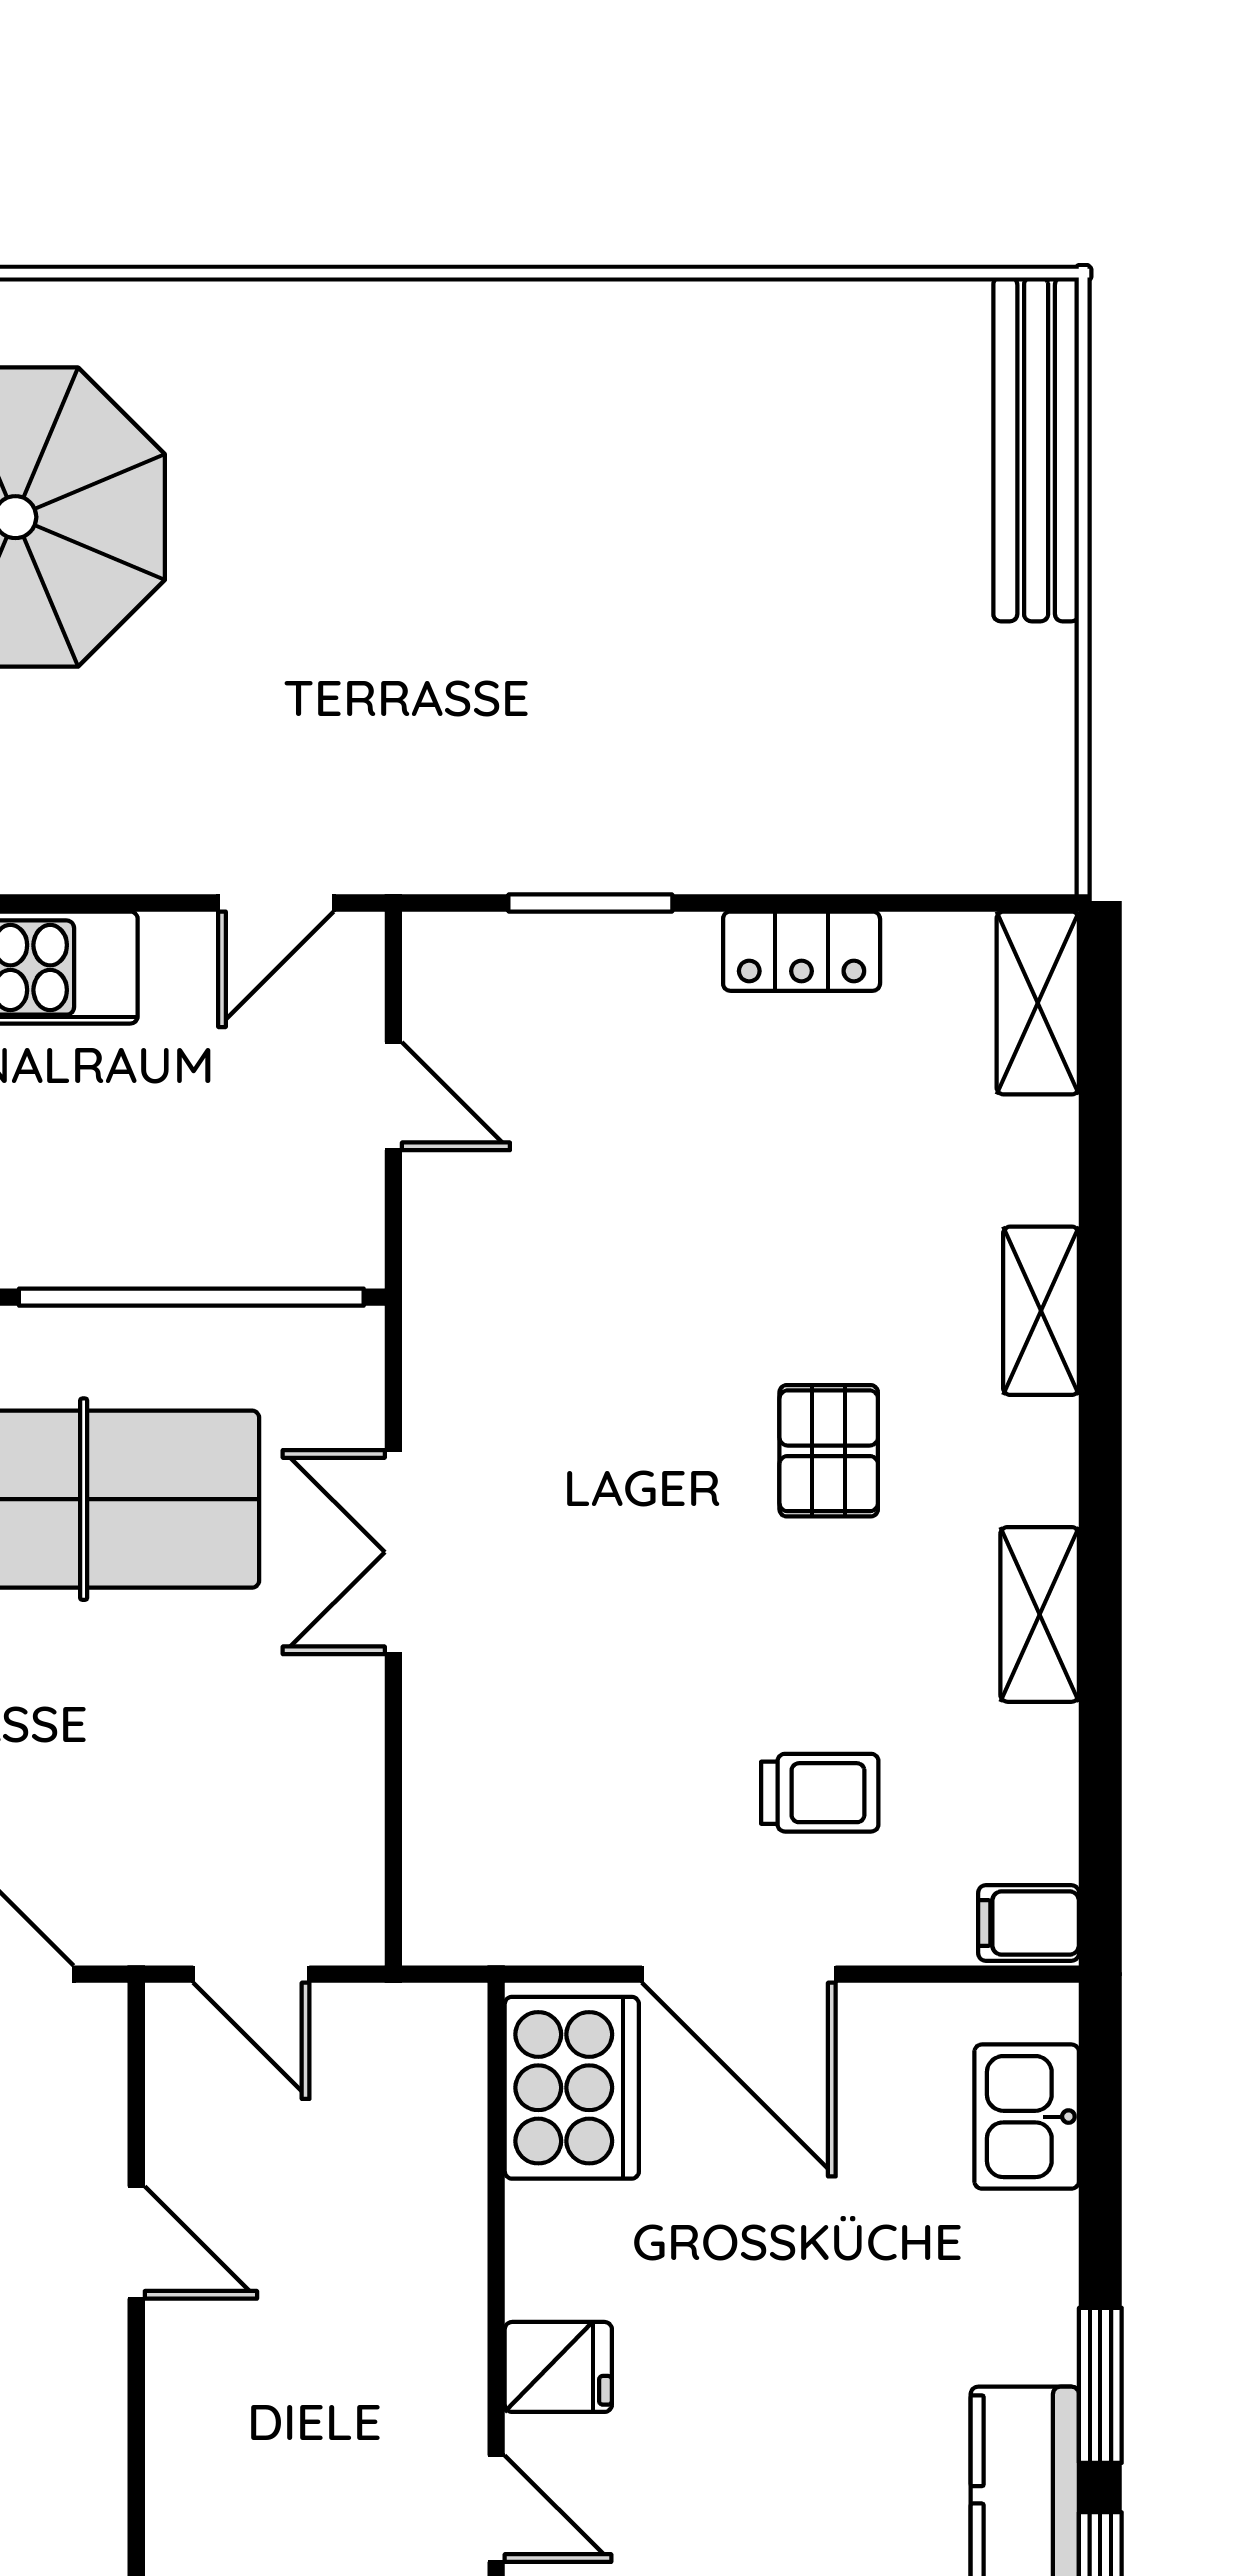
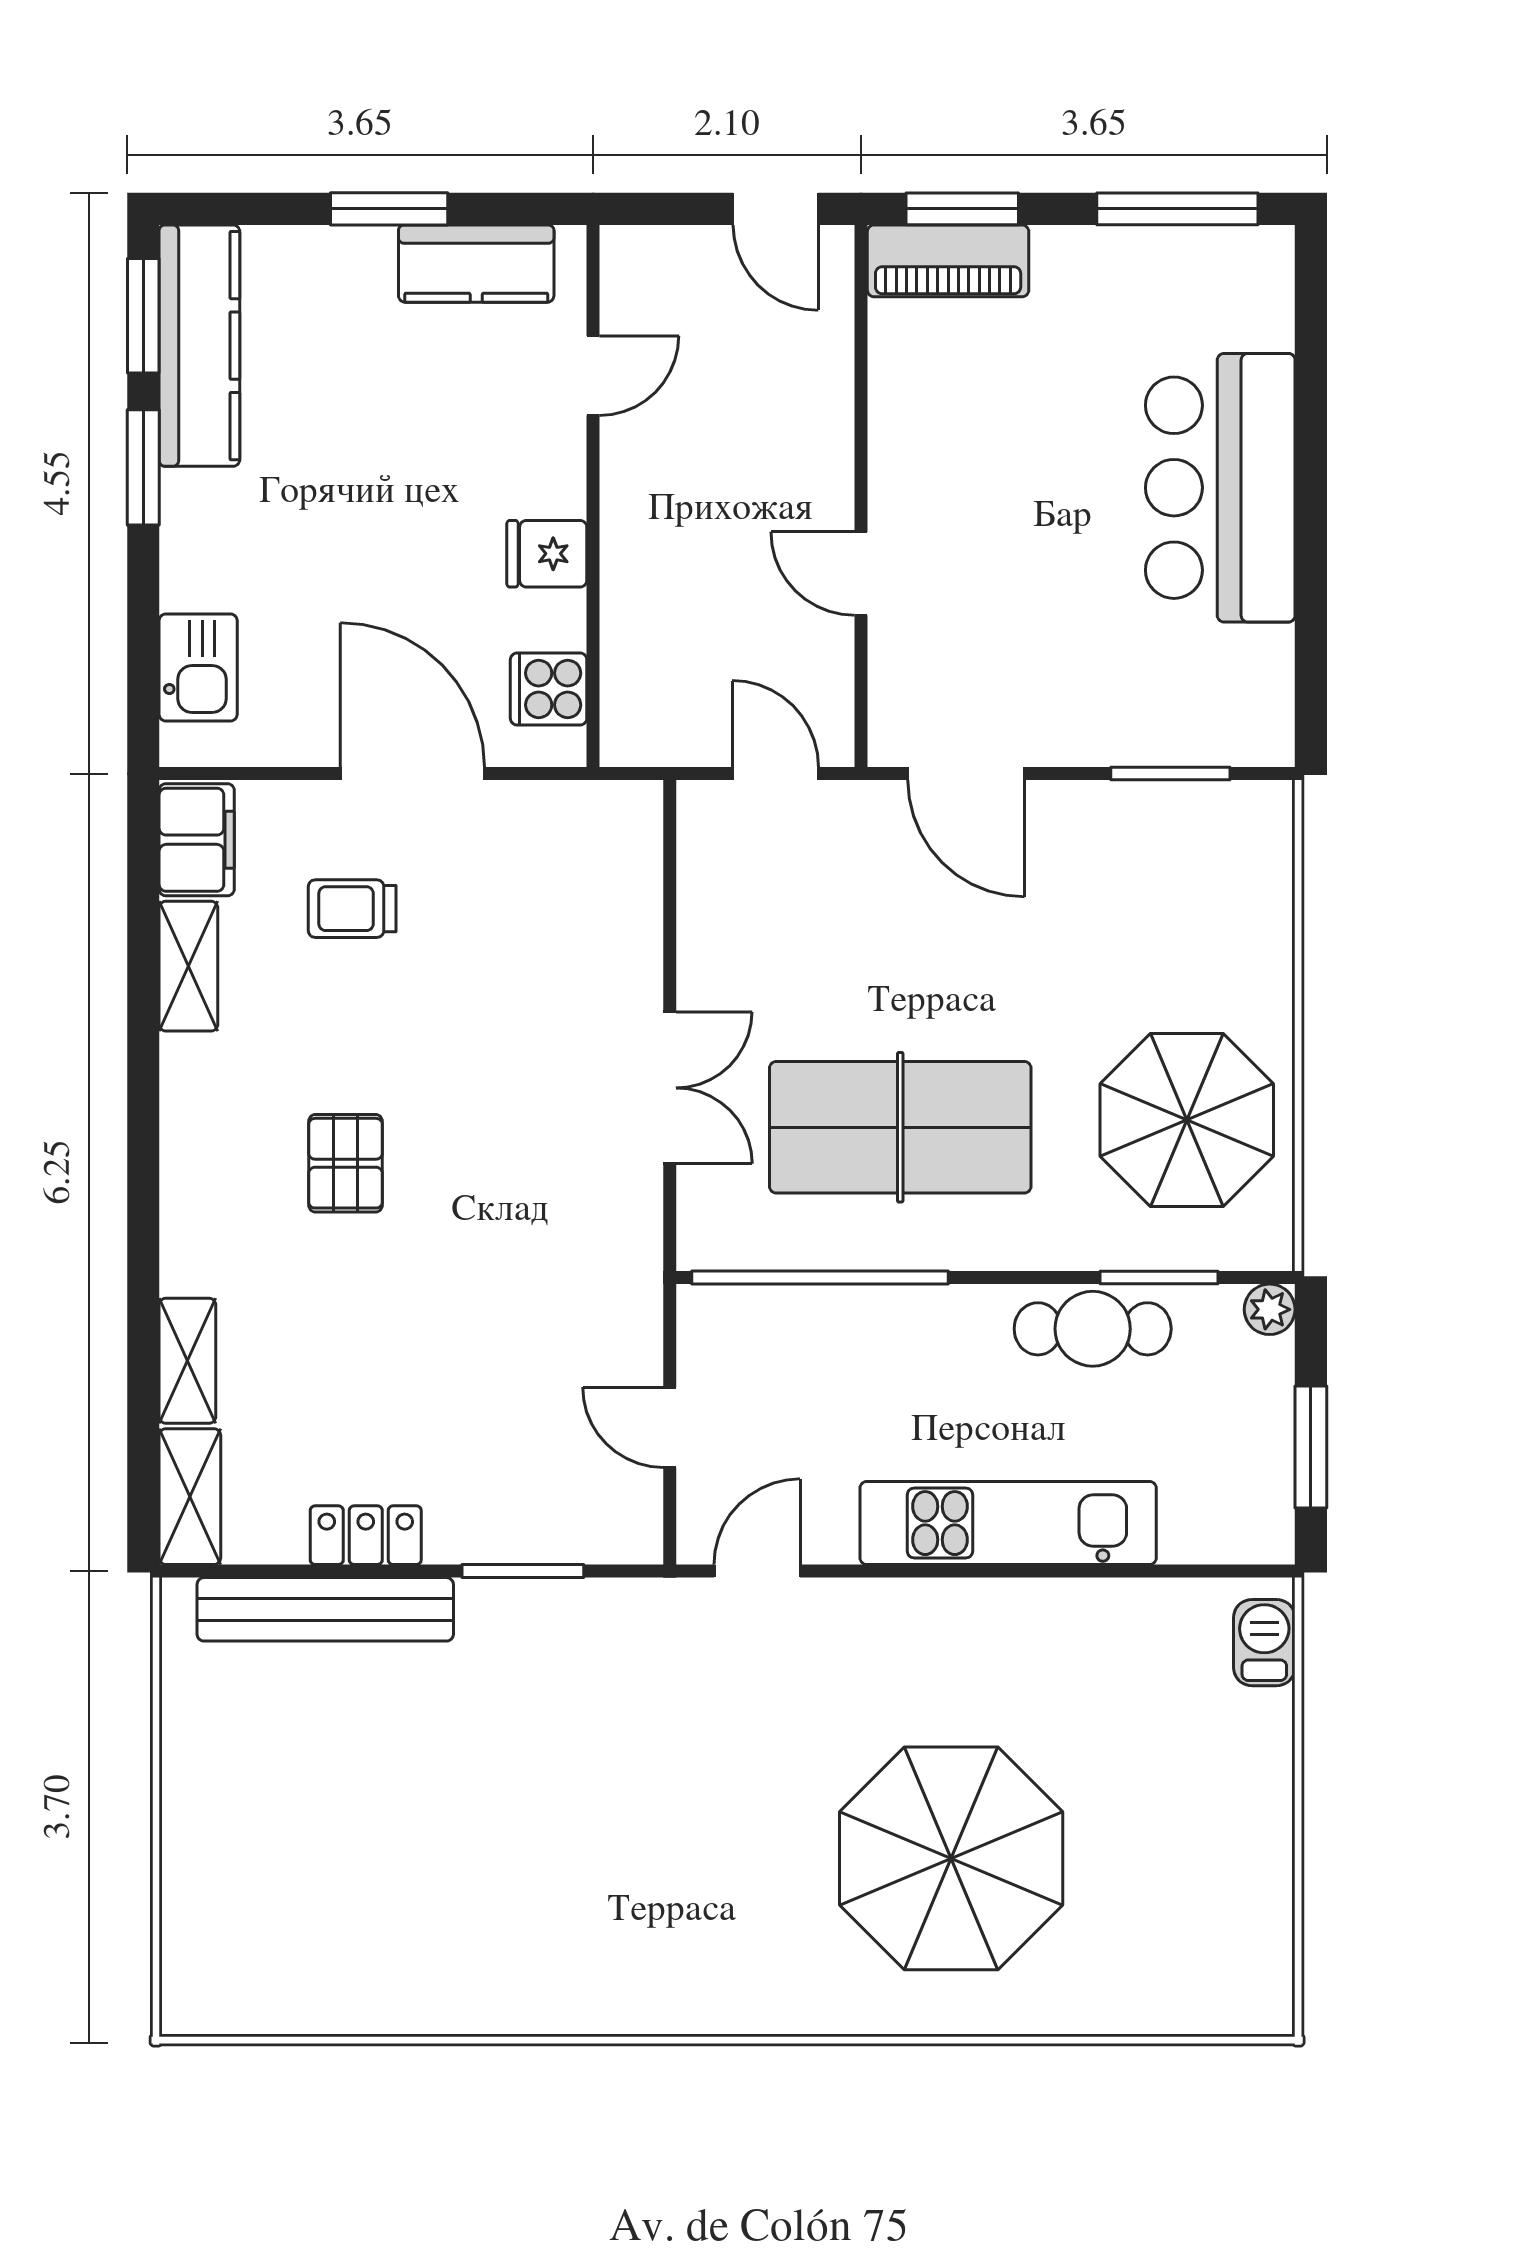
bench: (1036, 449) -> (325, 1609), moved, turned 90
shelving: (1041, 1311) -> (187, 1361), moved
shelving: (1040, 1614) -> (188, 966), moved
filing cabinet: (1029, 1923) -> (197, 840), width x2.00
cooker: (572, 2088) -> (549, 689), width x0.53, depth x0.76
fridge: (558, 2367) -> (547, 554), moved
door: (496, 2509) -> (593, 376), swing flipped

